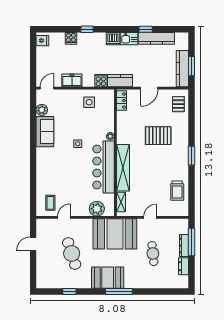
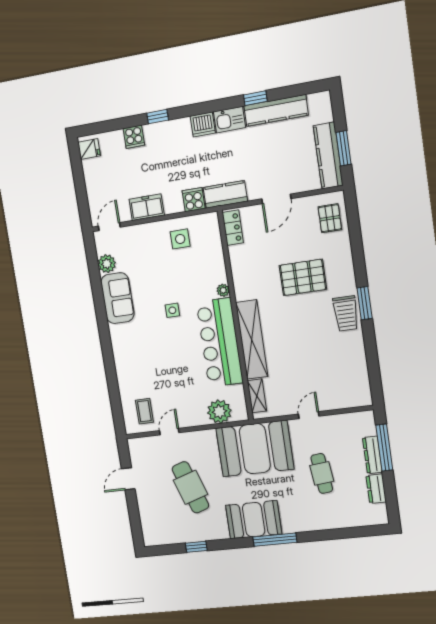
trolley: (177, 191) -> (346, 314), moved

